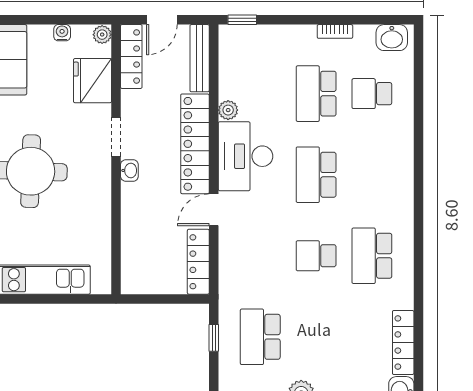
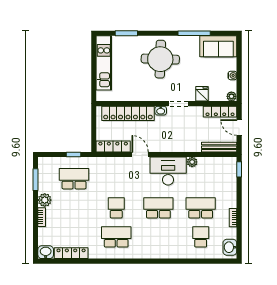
fridge: (92, 81) -> (202, 94), width x0.53, depth x0.75
locker: (195, 144) -> (128, 113), moved, turned 180

